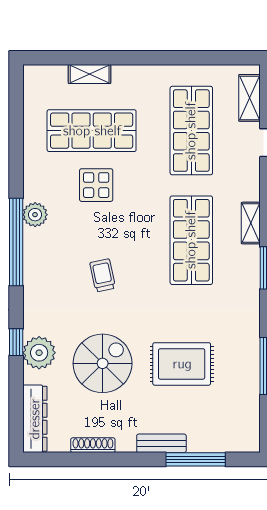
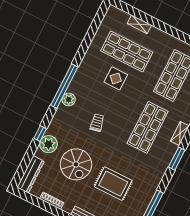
plant: (35, 215) -> (69, 99), moved
spiral stairs: (103, 363) -> (76, 164), turned 90

